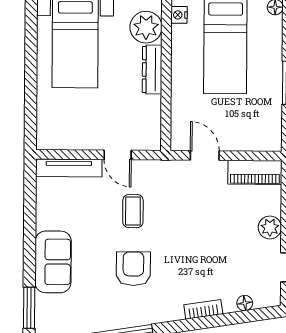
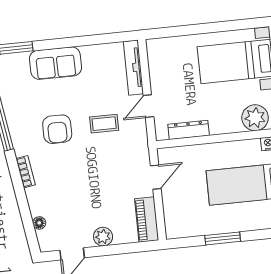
dresser: (152, 70) -> (189, 130), moved
armchair: (133, 269) -> (57, 129), turned 90
bookcase: (203, 309) -> (26, 172), moved

